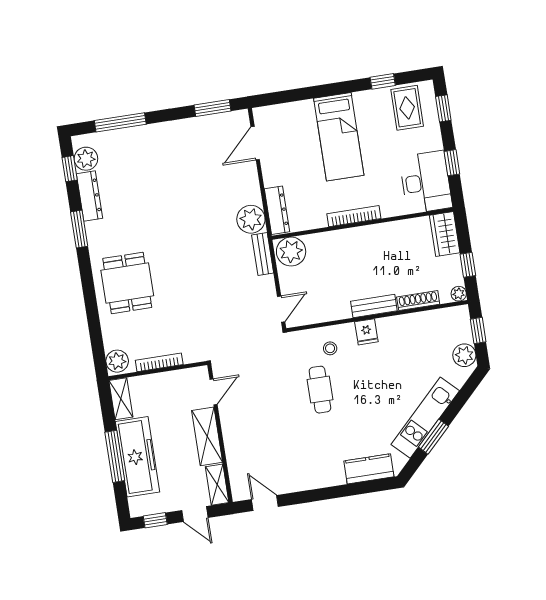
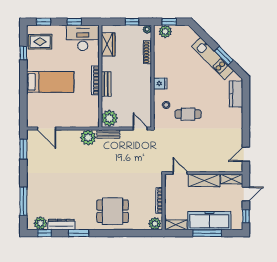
dresser: (277, 210) -> (85, 122), removed
wardrobe: (445, 234) -> (108, 44), moved, turned -90
bench: (374, 306) -> (106, 84), moved
plant: (464, 355) -> (165, 31), moved

